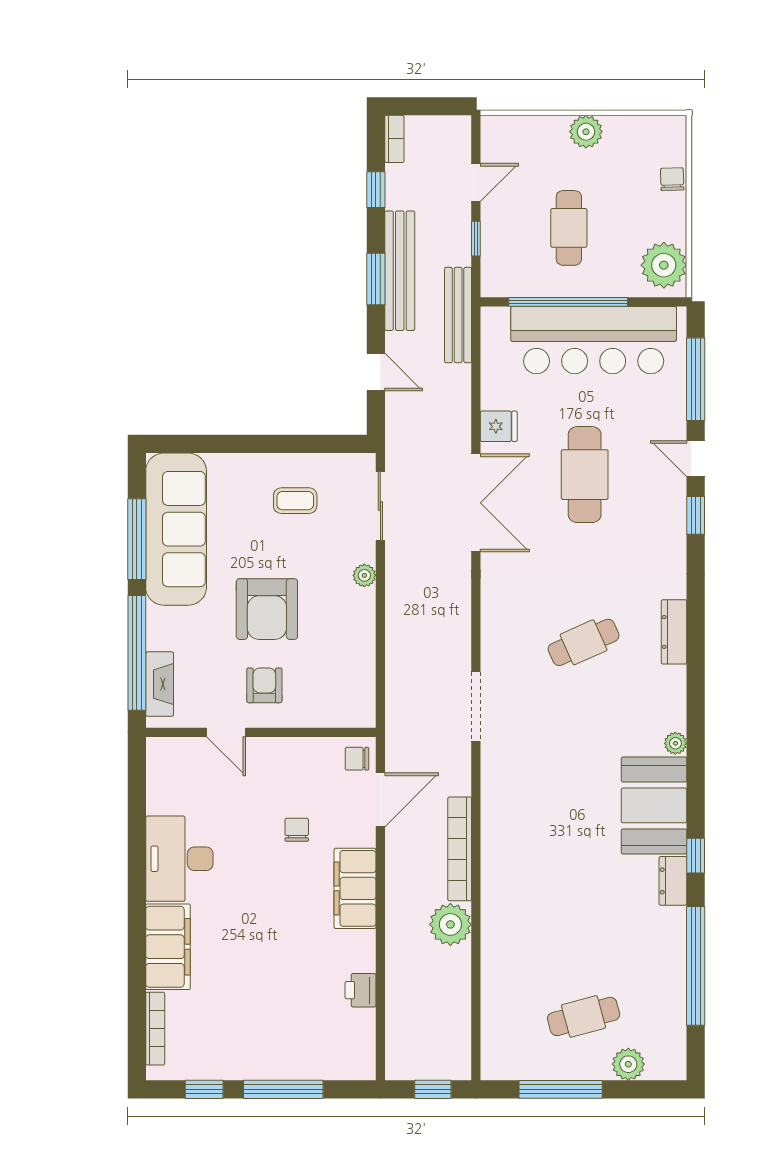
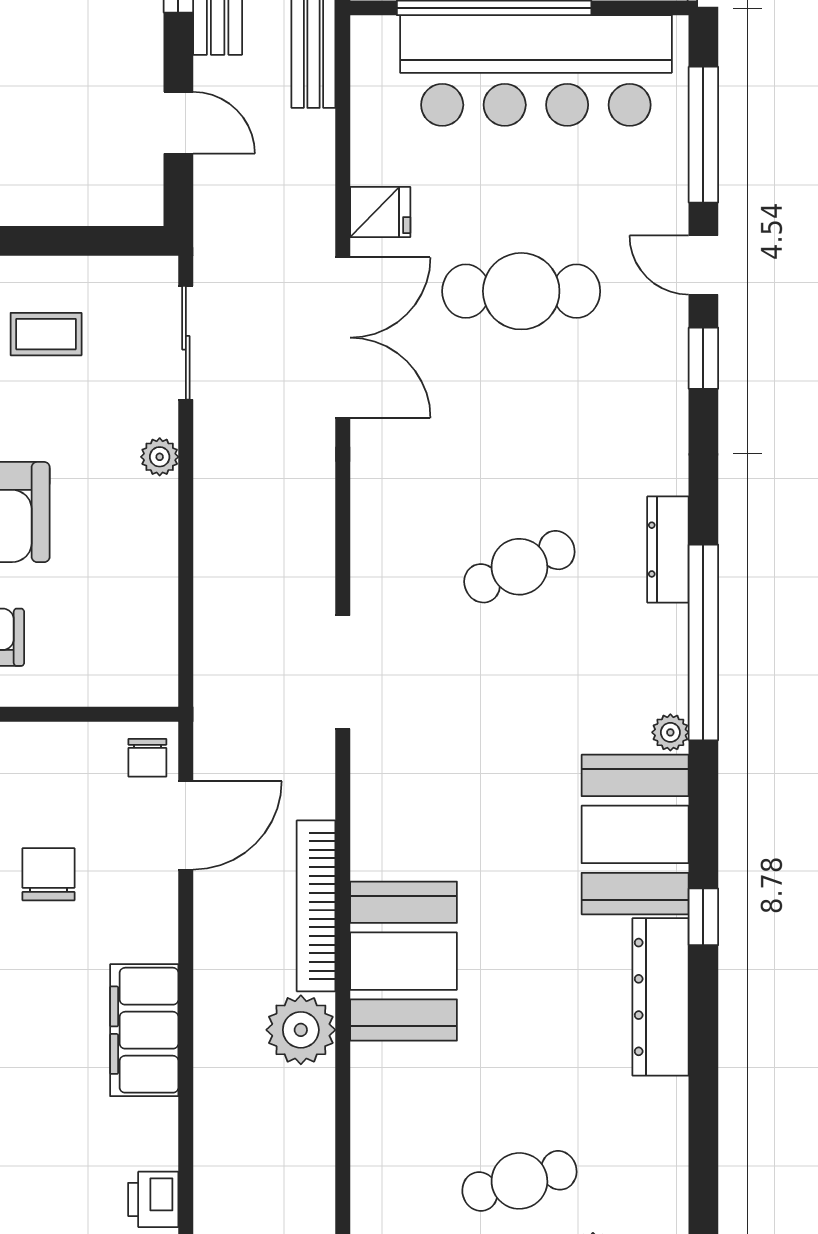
cafe table: (585, 475) -> (521, 291), turned 90
chair: (357, 759) -> (147, 758), turned -90
chair: (297, 830) -> (48, 874), width x1.37, depth x1.37
dresser: (673, 881) -> (661, 997), width x1.96, depth x1.24
booth: (513, 883) -> (404, 961), added
filing cabinet: (355, 888) -> (144, 1030), moved
window: (696, 966) -> (703, 642), moved
printer: (361, 990) -> (153, 1199), moved

